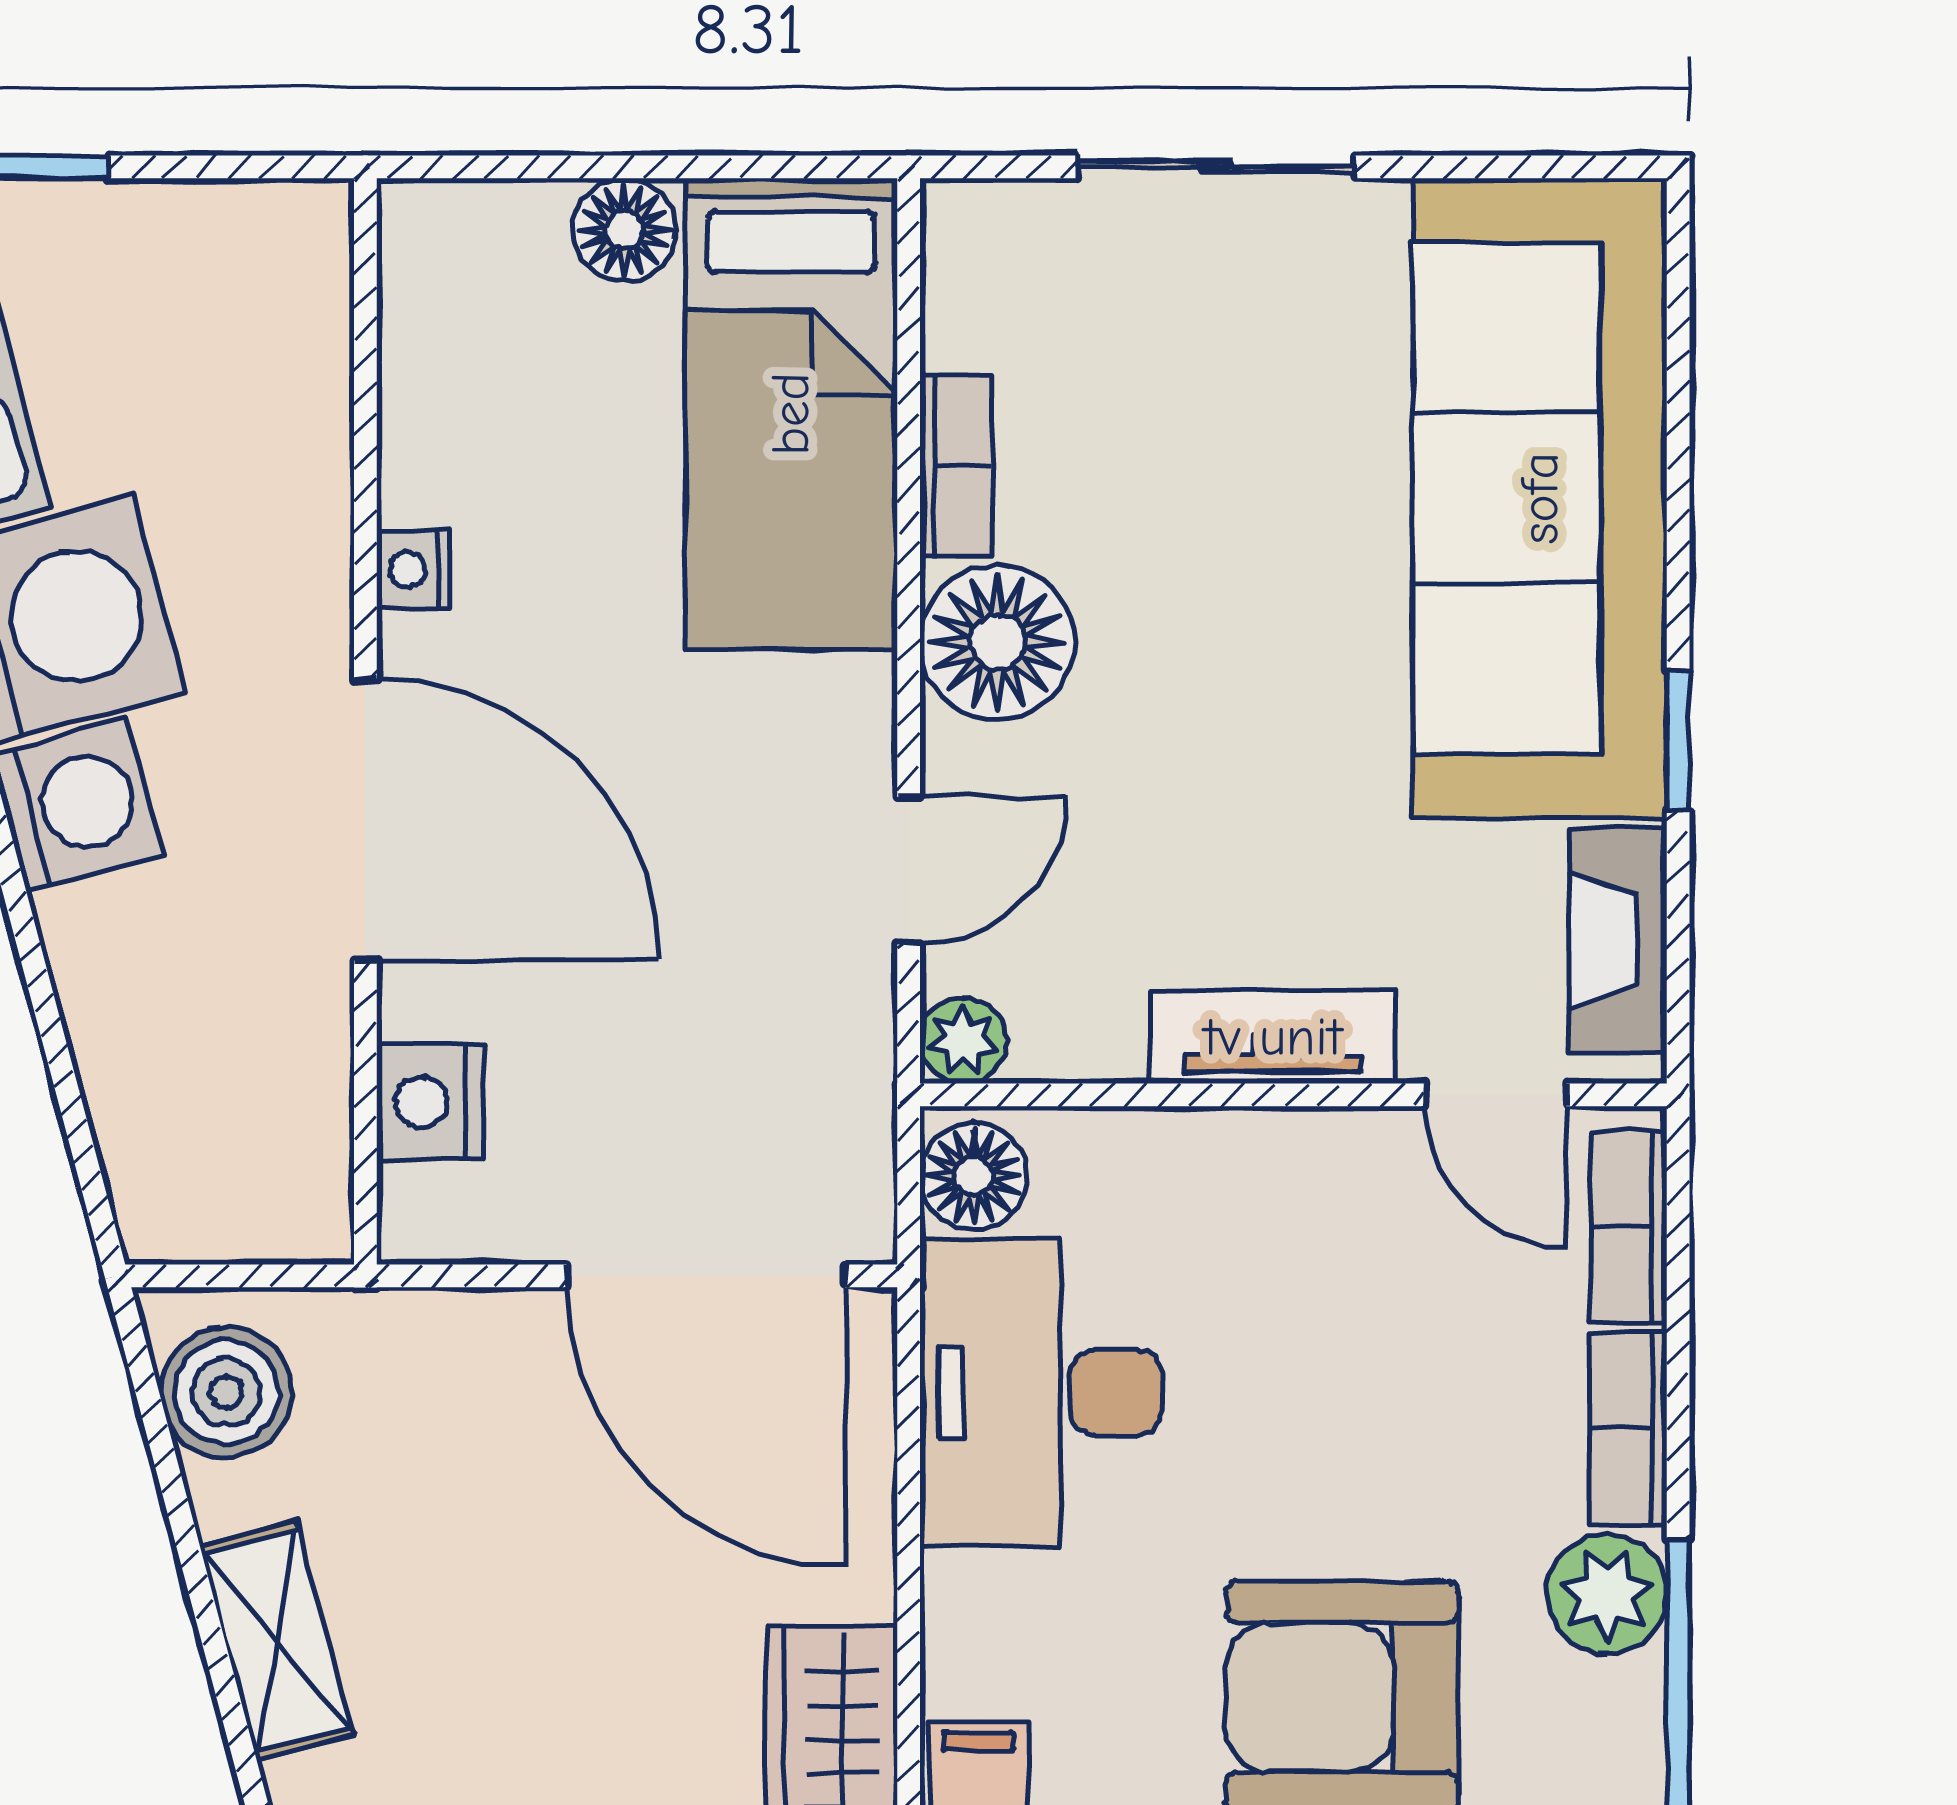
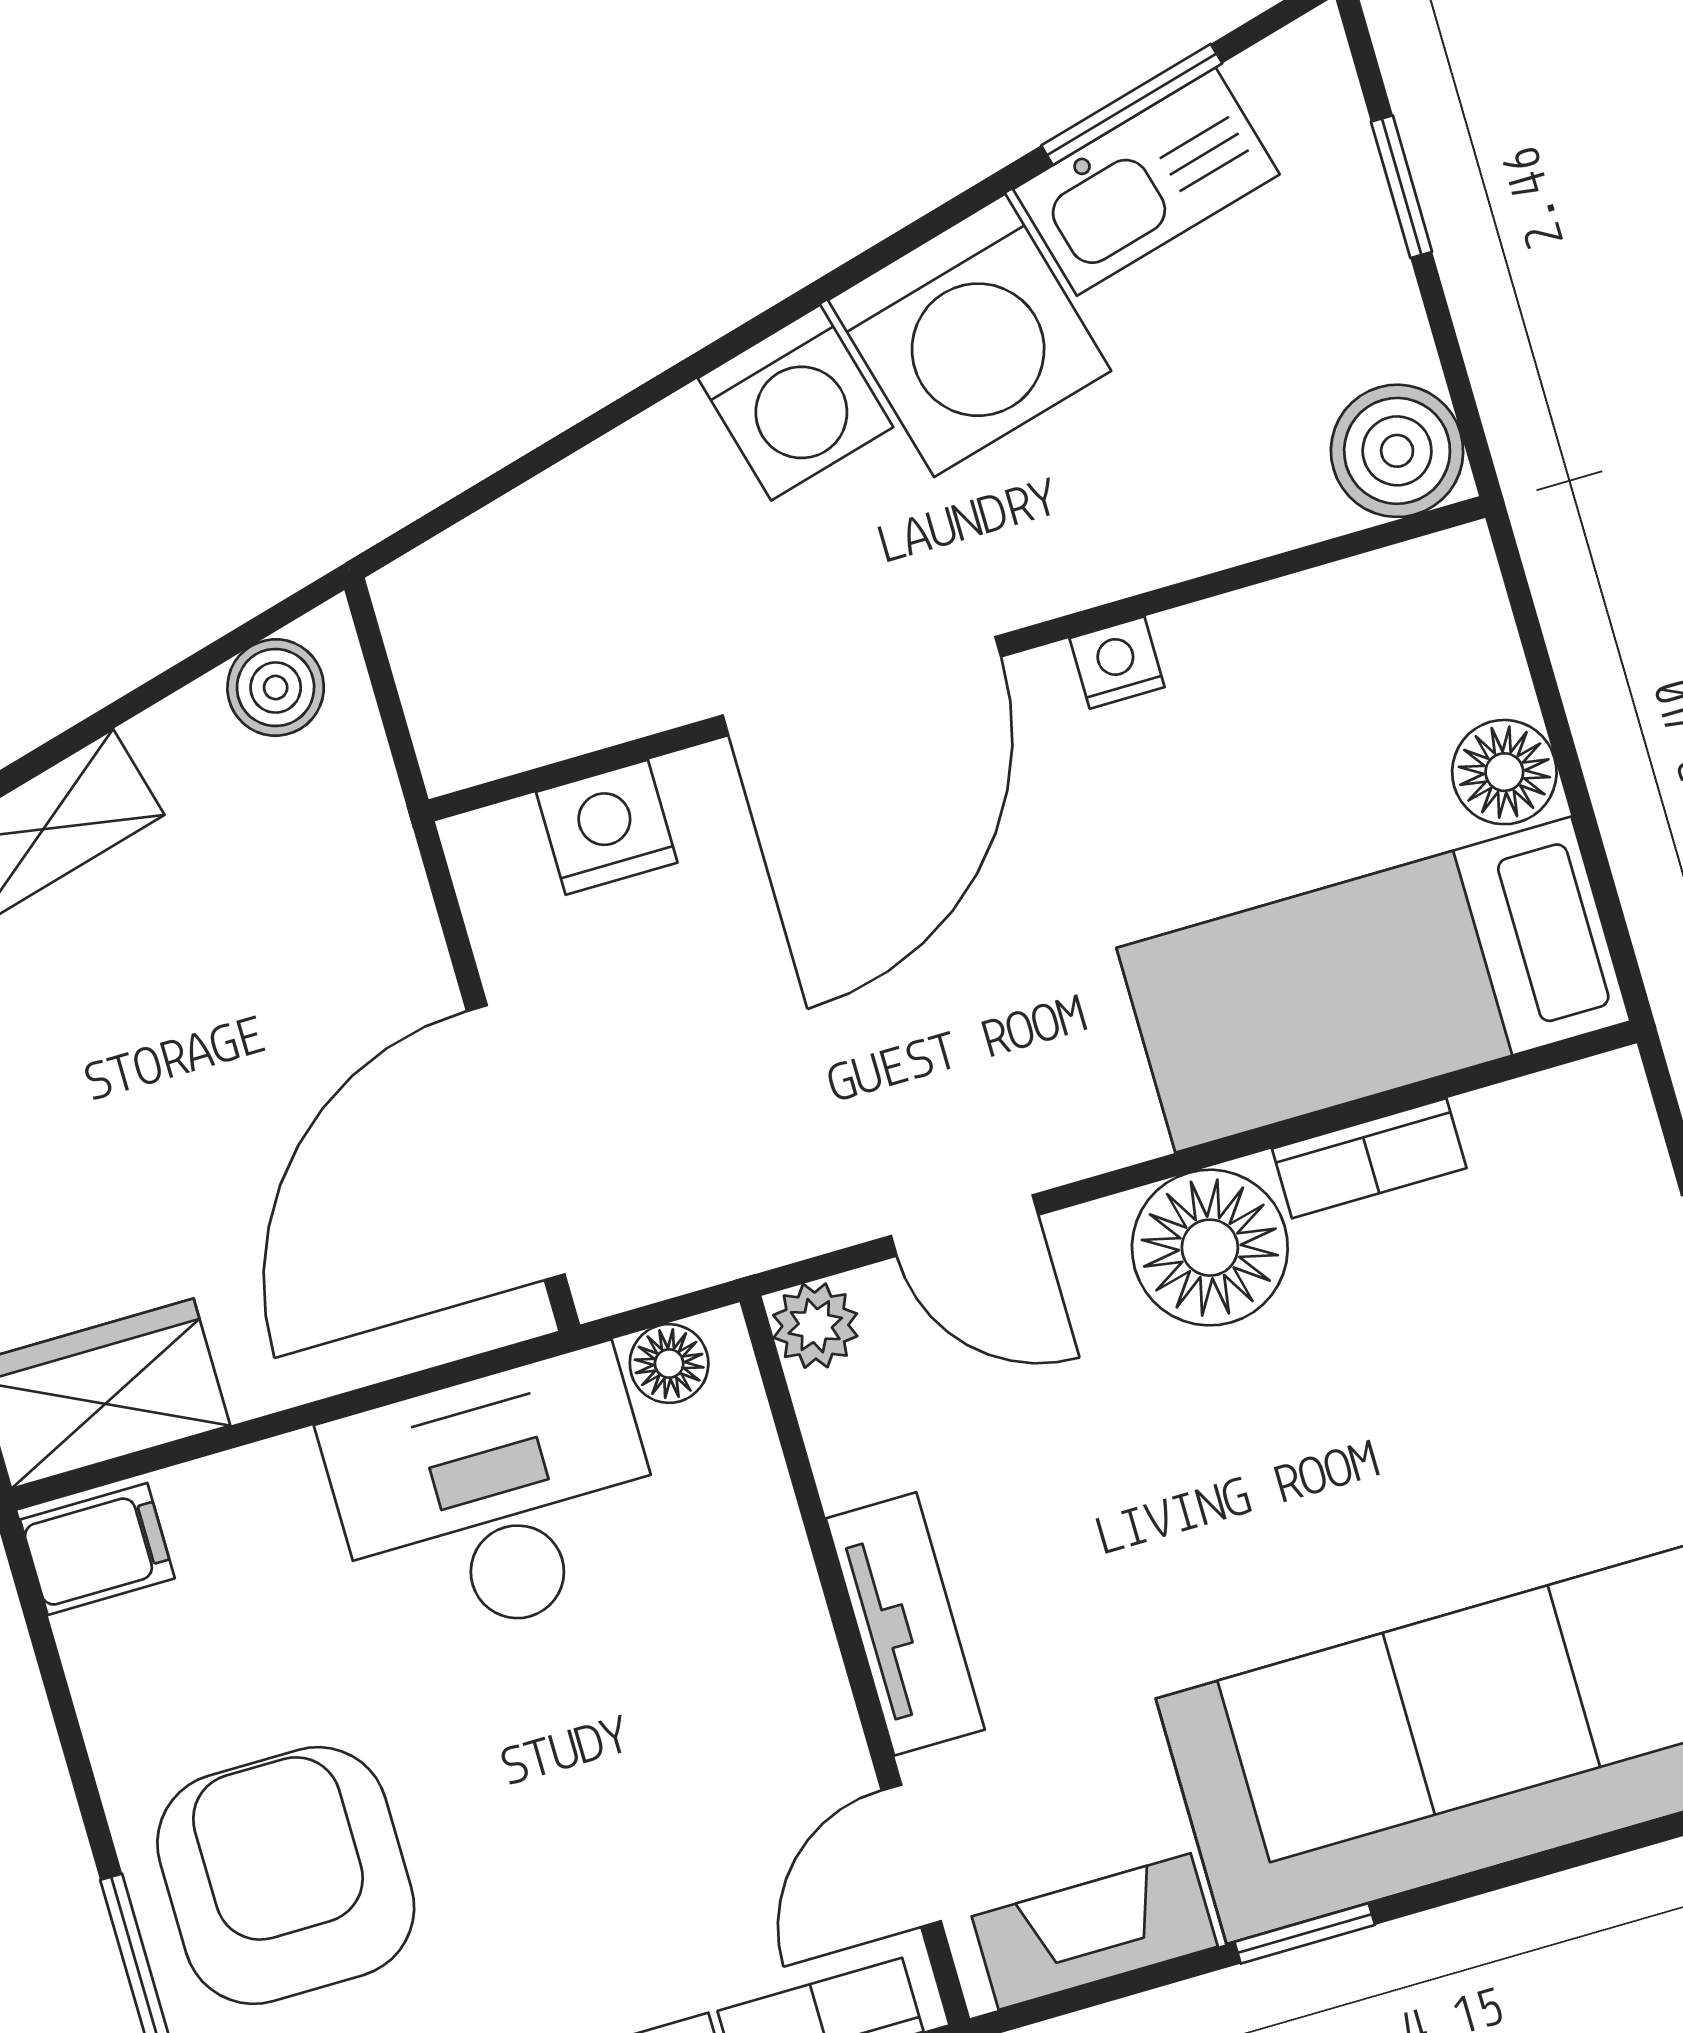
boiler: (288, 244) -> (1397, 451), added
floor lamp: (973, 1176) -> (669, 1364), width x0.73, depth x0.73
boiler: (226, 1392) -> (276, 688), width x0.73, depth x0.73

